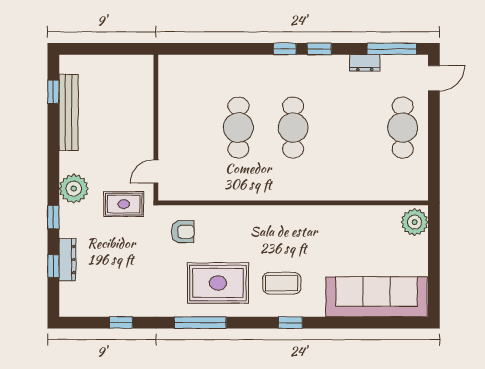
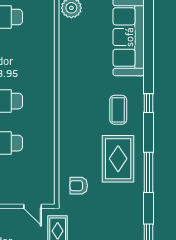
armchair: (183, 232) -> (79, 186), turned -90

